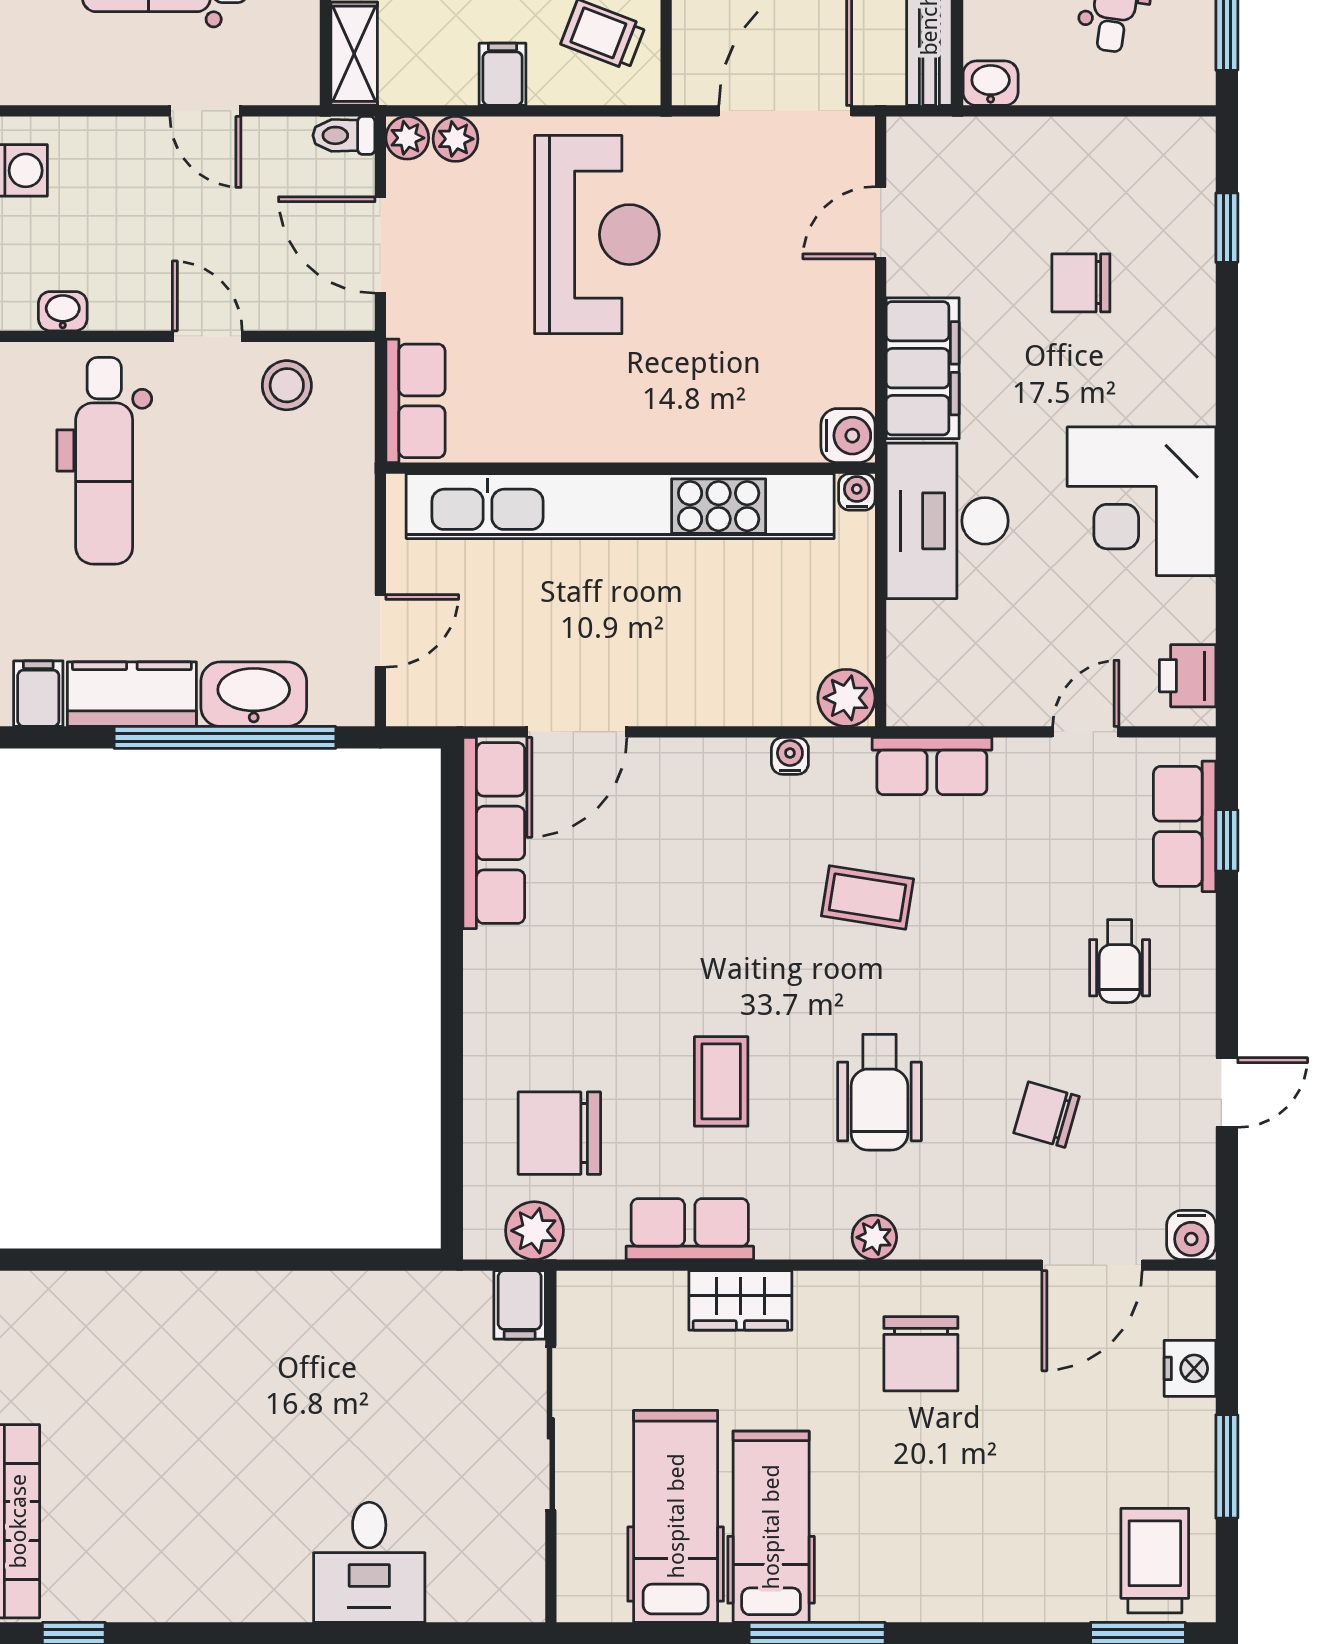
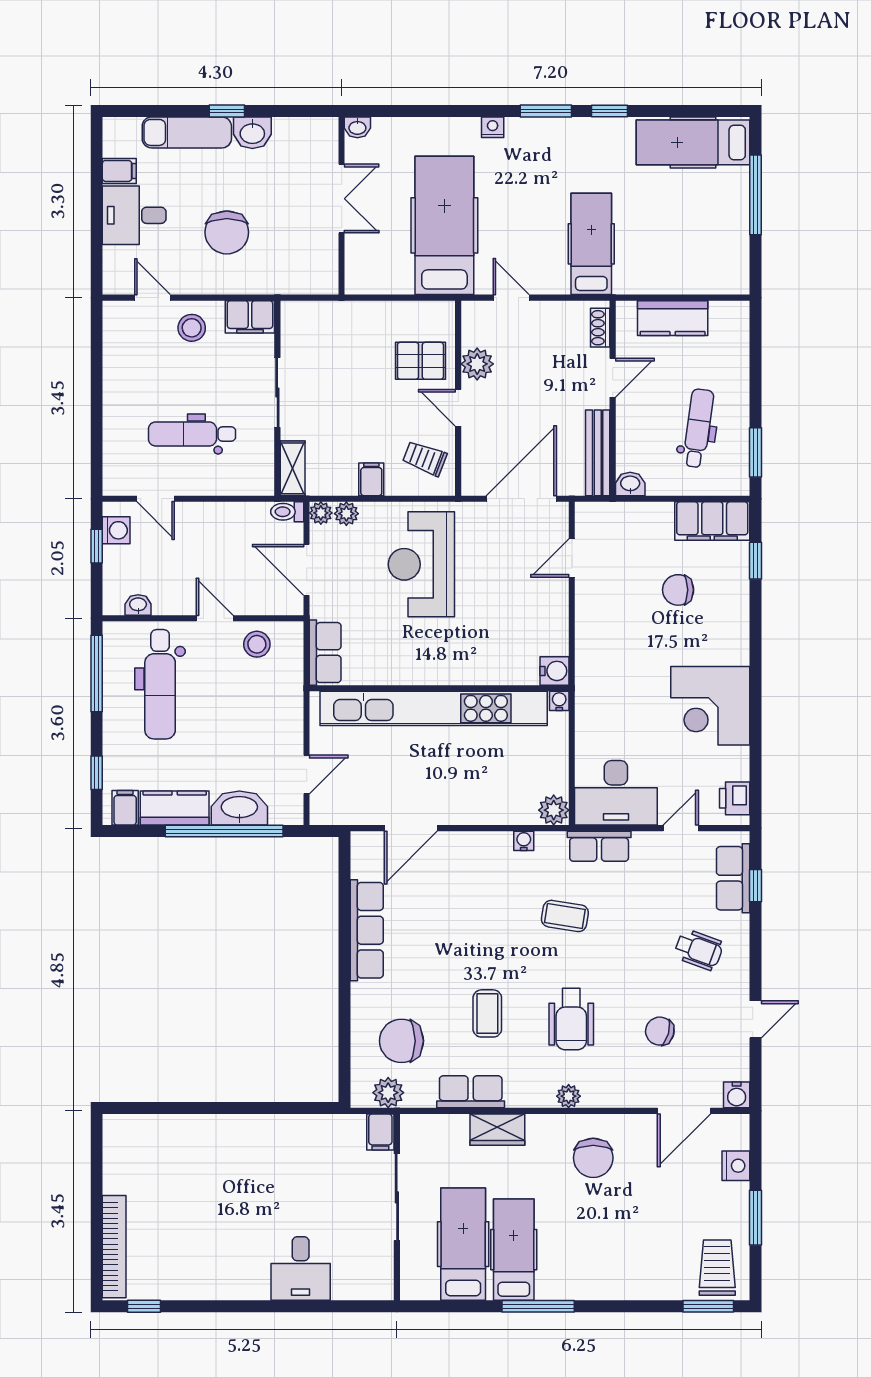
door: (205, 111) -> (156, 499), moved
reception desk: (597, 235) -> (421, 564), turned 180
filing cabinet: (923, 368) -> (712, 521), moved, turned 90
desk: (947, 521) -> (616, 793), moved, turned -90
row of seats: (494, 833) -> (367, 930), moved
wheelchair: (1120, 961) -> (699, 950), turned -70

